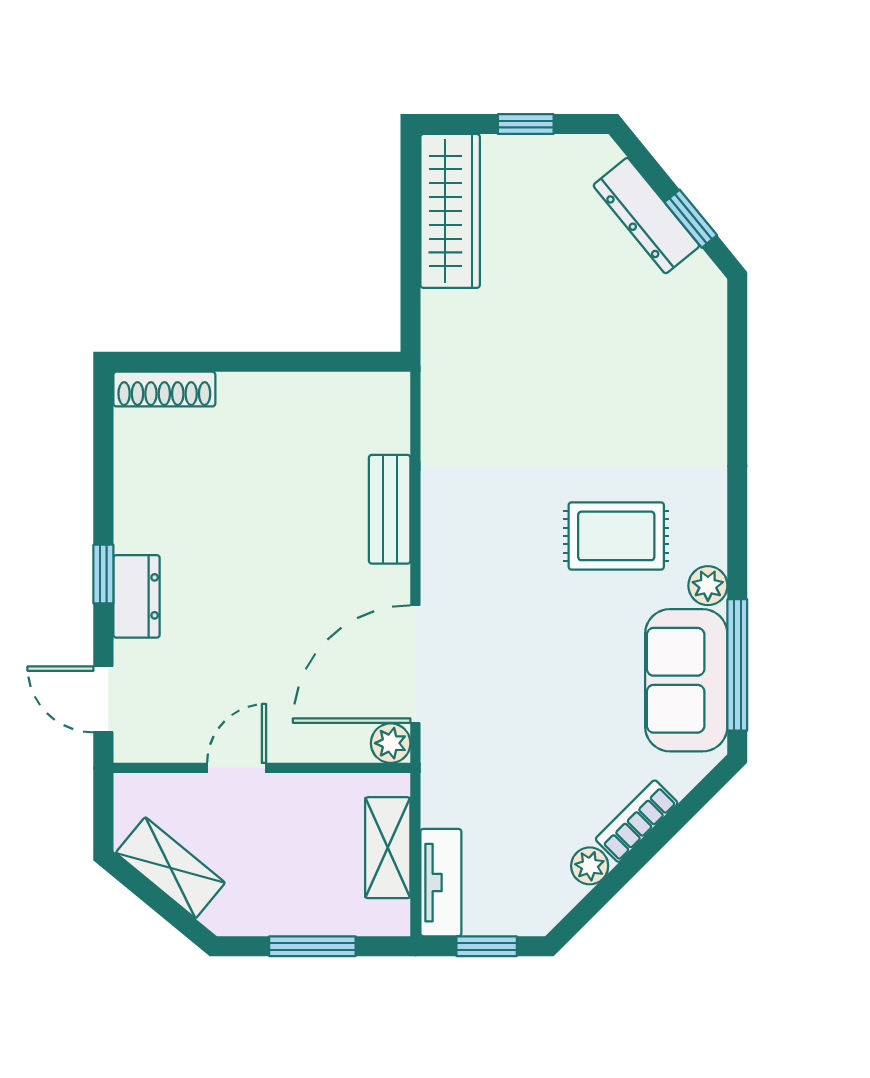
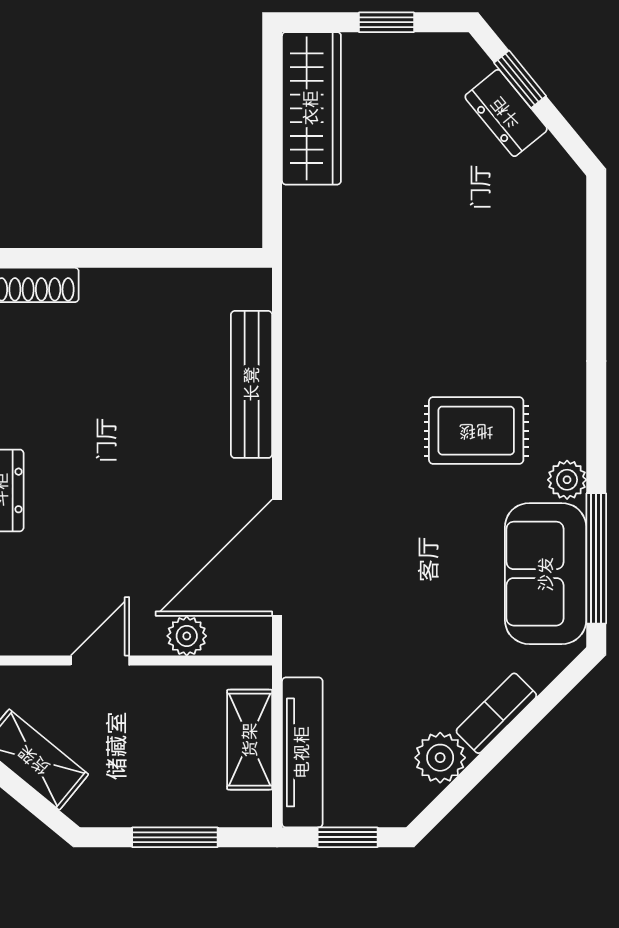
dresser: (646, 216) -> (506, 113), width x0.70
window: (691, 219) -> (520, 79), moved
bench: (390, 509) -> (252, 384), width x1.36
plant: (391, 743) -> (187, 636), moved
plant: (590, 866) -> (440, 758), width x1.38, depth x1.38
tv unit: (441, 883) -> (302, 752), width x1.41

